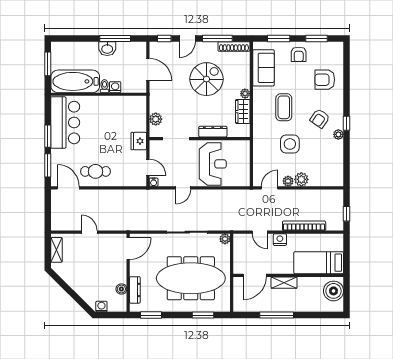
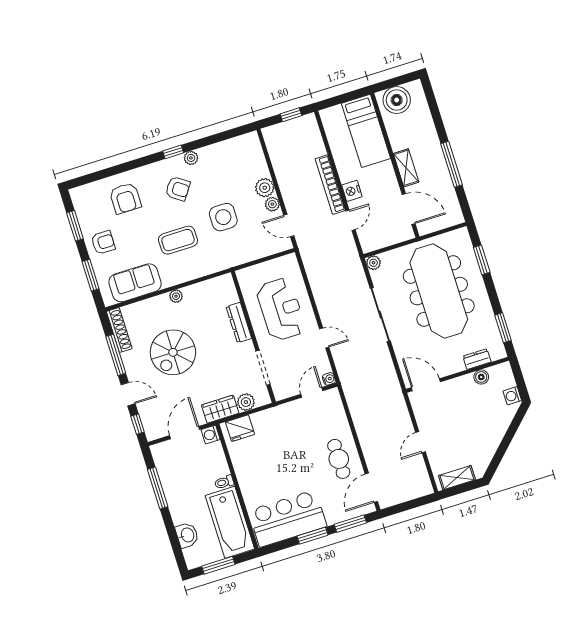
washbasin: (107, 49) -> (187, 535), moved
spiral stairs: (206, 79) -> (173, 352), turned -90
washing machine: (115, 87) -> (211, 435), moved
wardrobe: (243, 112) -> (220, 409), moved, turned 180
fridge: (139, 141) -> (240, 428), moved
reception desk: (213, 164) -> (281, 309), turned 90
bookcase: (304, 226) -> (330, 185), moved
dresser: (135, 290) -> (477, 359), width x0.70

